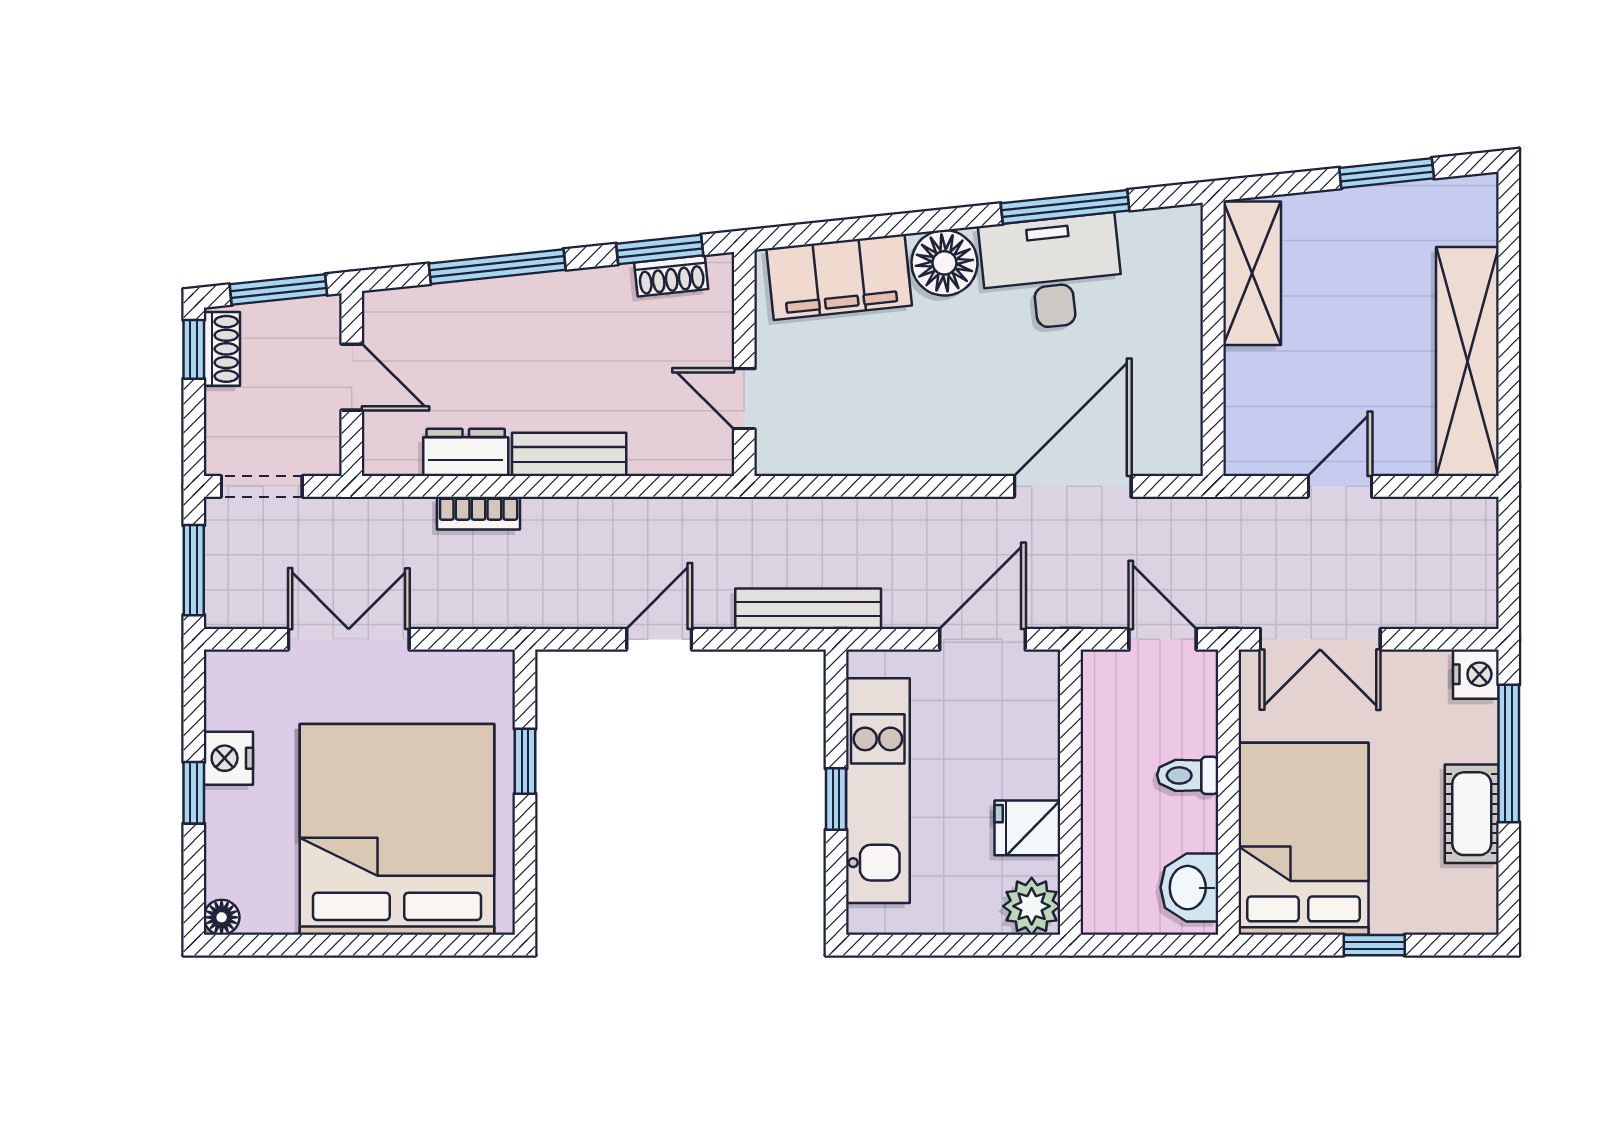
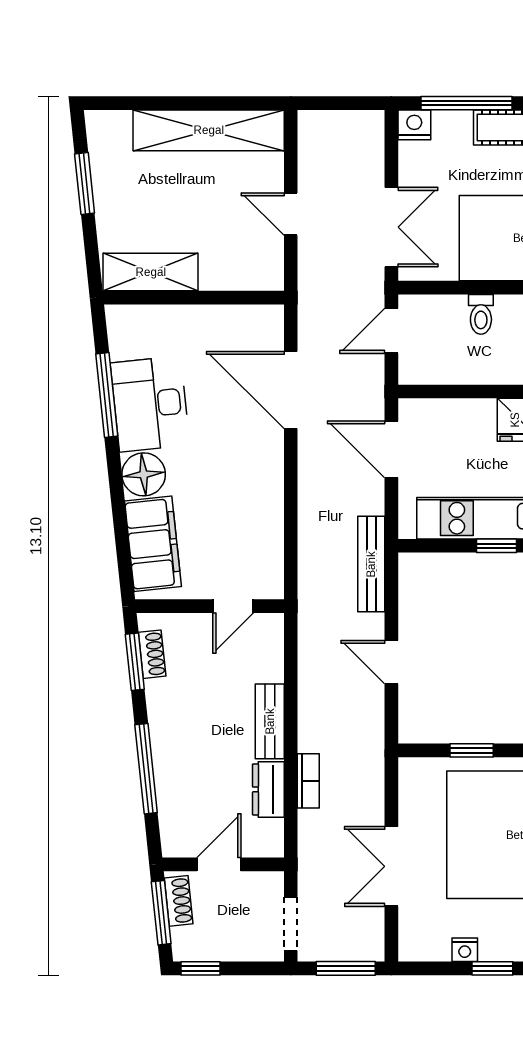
shoe rack: (222, 349) -> (179, 901), moved, turned 84
nightstand: (228, 758) -> (465, 950), width x0.72, depth x0.74

